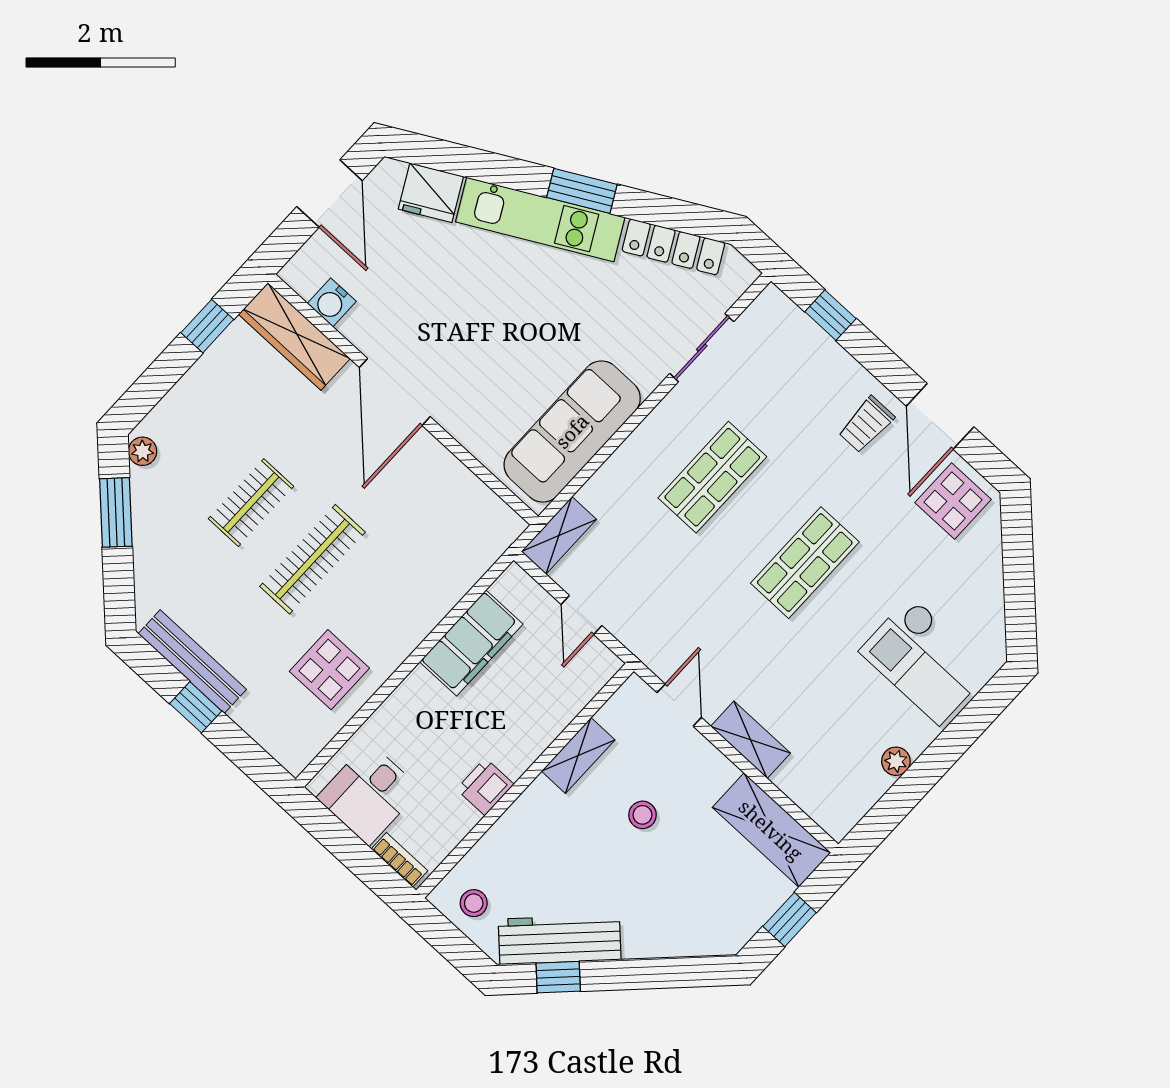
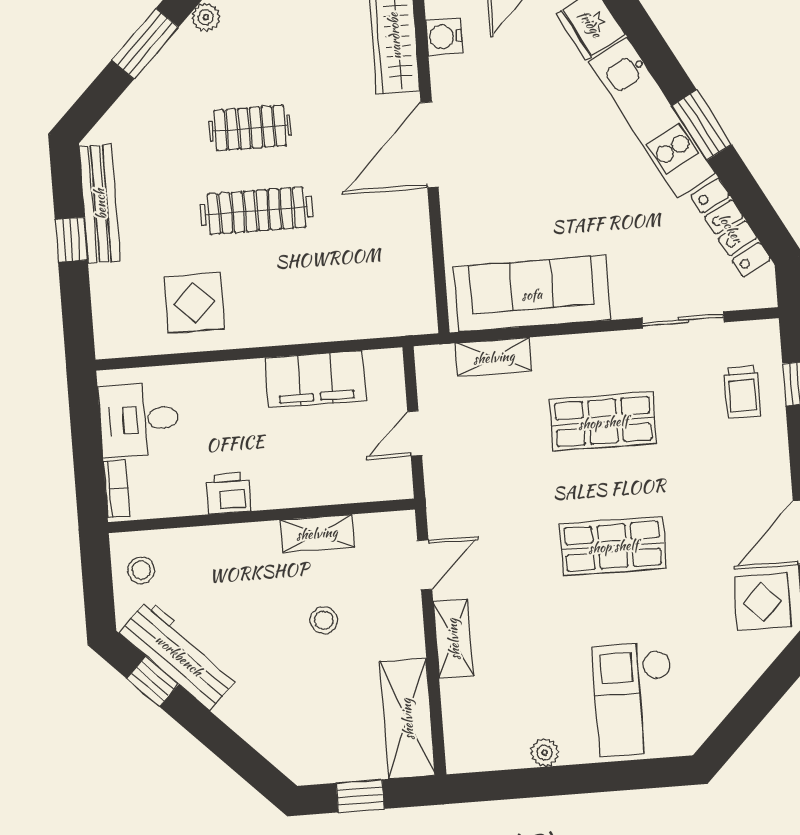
trolley: (866, 424) -> (742, 392), moved, turned -90
shelving: (559, 535) -> (494, 357), moved

